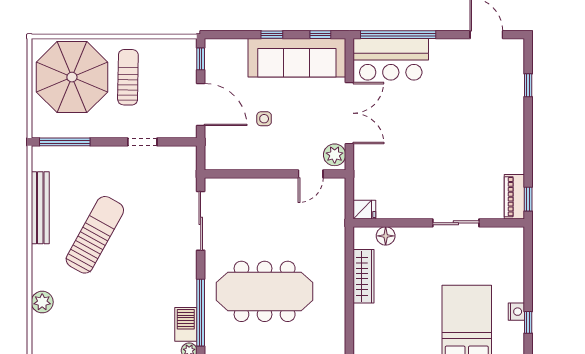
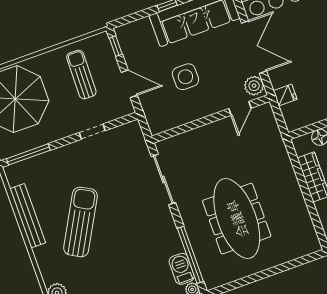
sun lounger: (128, 77) -> (81, 74), moved
door: (201, 105) -> (129, 84), width x0.73
side table: (264, 119) -> (185, 77), width x1.87, depth x1.87
fridge: (364, 210) -> (285, 95), moved
meeting table: (265, 291) -> (237, 219), turned 90

